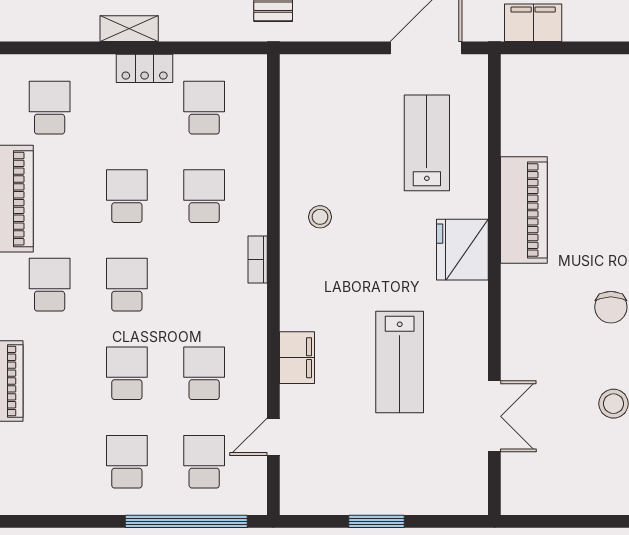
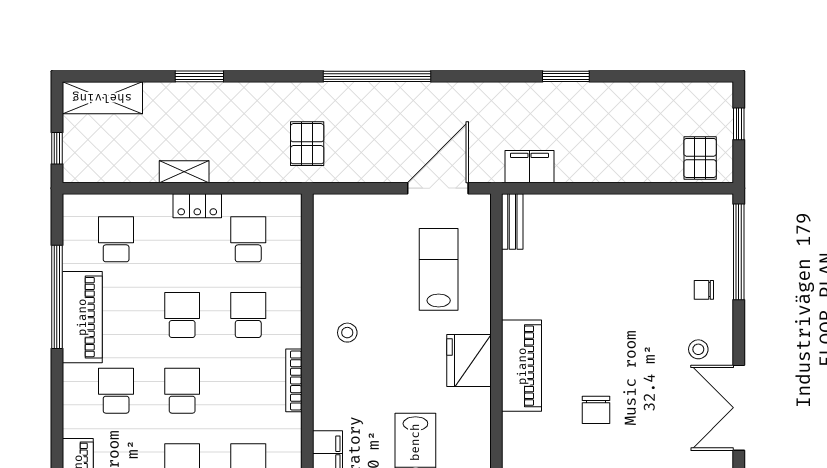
bench: (513, 87) -> (512, 221), added
piano: (524, 210) -> (522, 366), moved
bookcase: (258, 260) -> (294, 380), width x1.56

